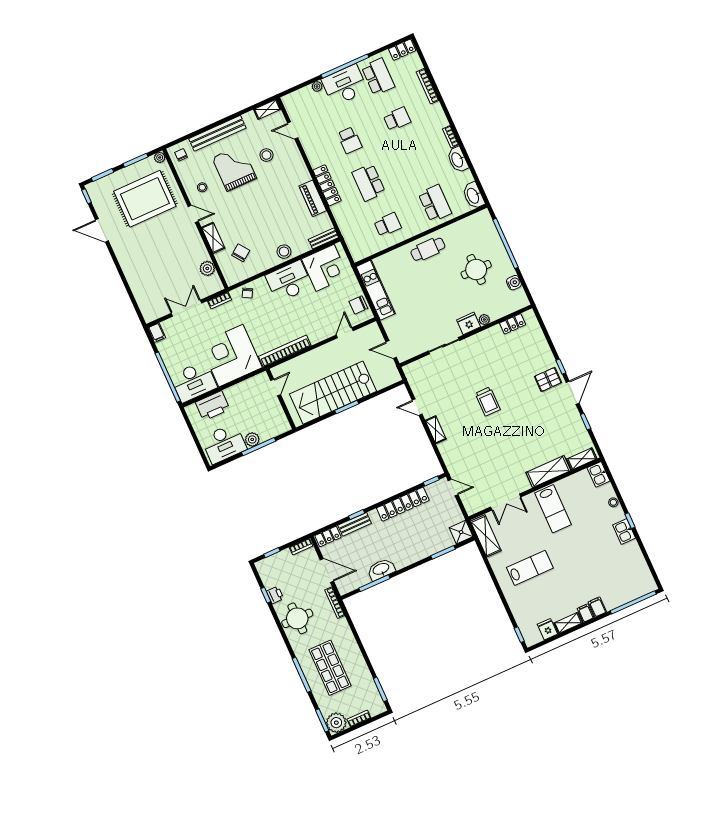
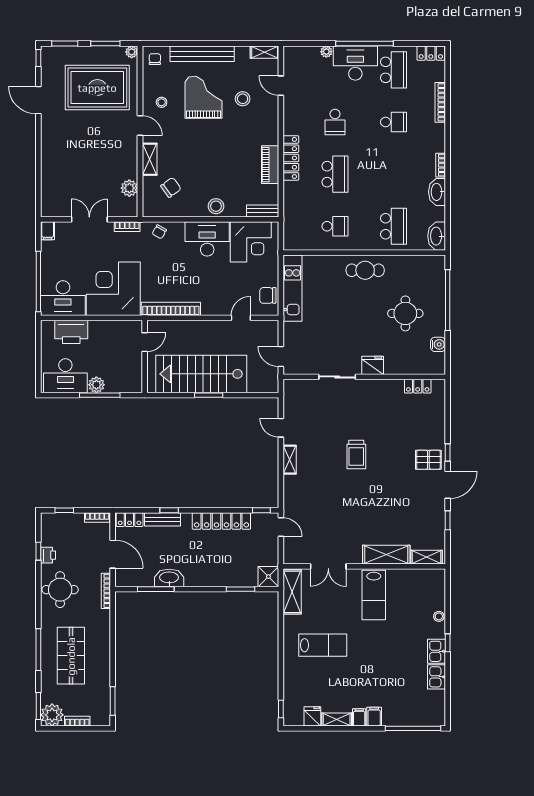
school desk: (369, 182) -> (335, 174), turned 180
plant: (484, 319) -> (391, 369), removed
kitchen sink: (599, 474) -> (437, 677), moved

